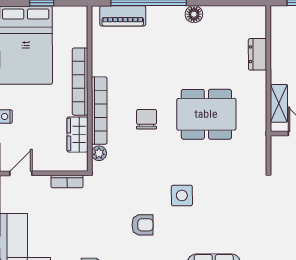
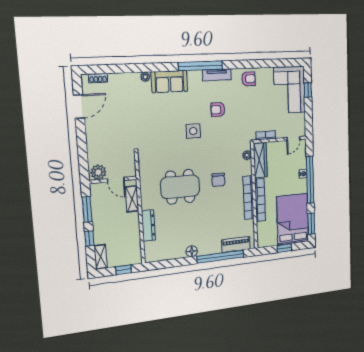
dresser: (258, 54) -> (148, 226), width x1.44
bookcase: (99, 111) -> (248, 198), moved
wardrobe: (77, 135) -> (260, 160), width x1.50

